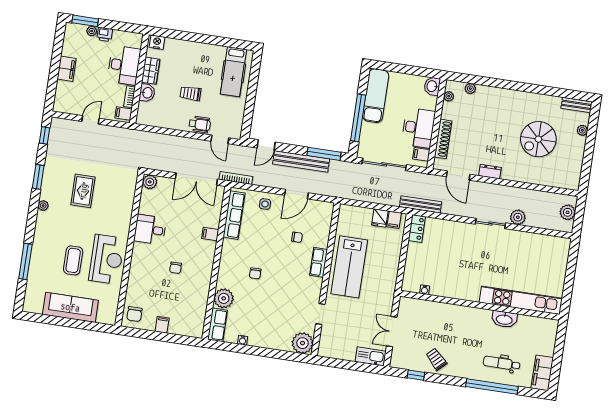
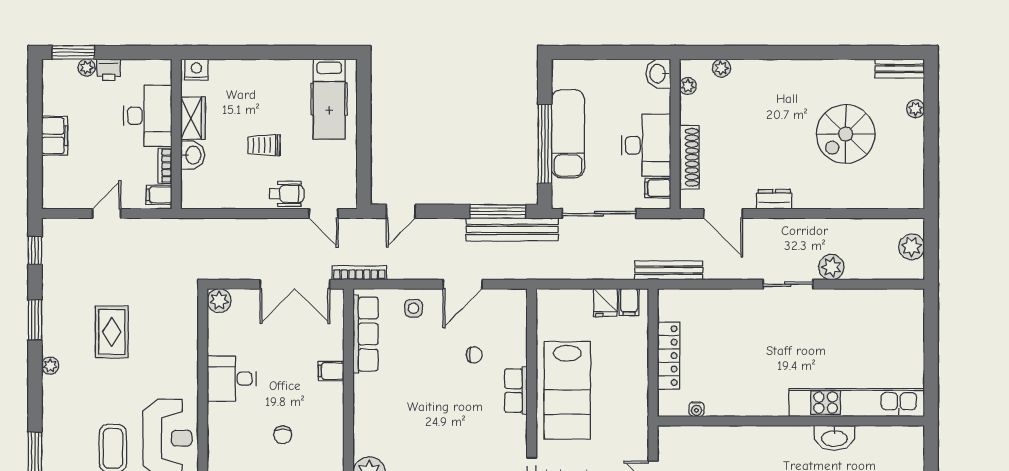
exam couch: (376, 96) -> (568, 134), moved
bench: (301, 161) -> (512, 229), moved
locker: (417, 228) -> (669, 356), moved, width x1.53
chair: (255, 273) -> (415, 424), removed

